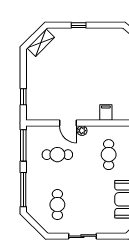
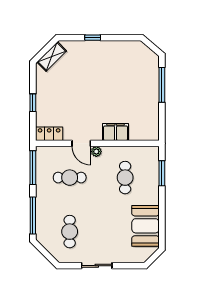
window: (23, 97) -> (33, 103), moved
filing cabinet: (106, 113) -> (116, 132), width x2.00
locker: (38, 114) -> (49, 134), added

